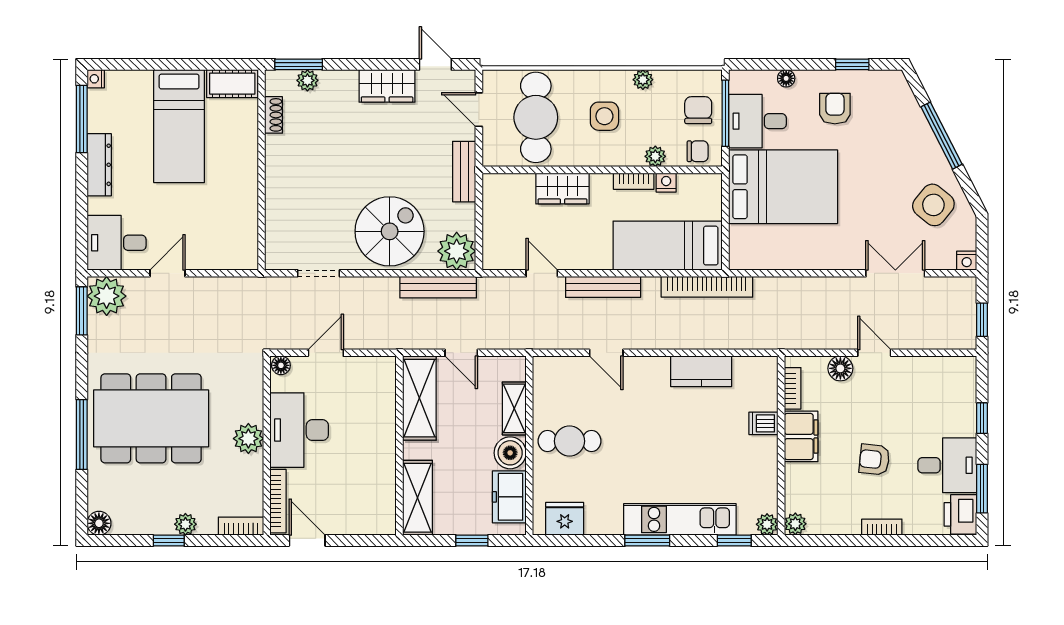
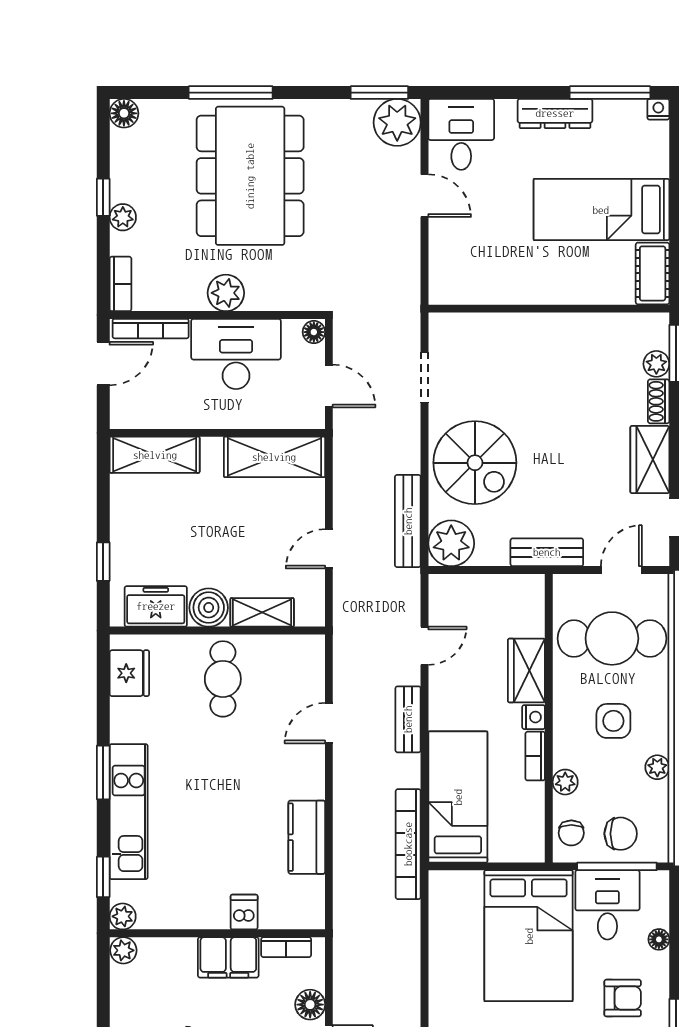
shoe rack: (274, 115) -> (659, 401), moved, turned 90
nightstand: (666, 183) -> (534, 717), moved
bench: (603, 287) -> (408, 719), width x0.73
shelving: (419, 398) -> (274, 457), moved
wall: (399, 446) -> (217, 433), moved
shelving: (417, 498) -> (155, 455), moved

